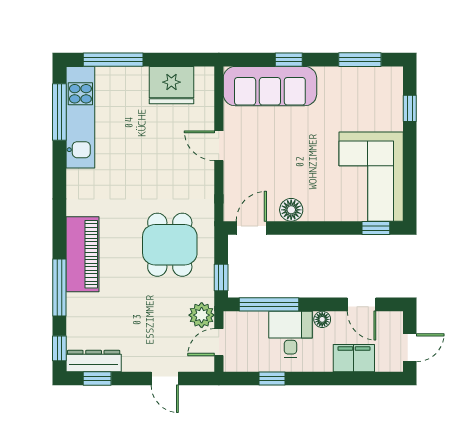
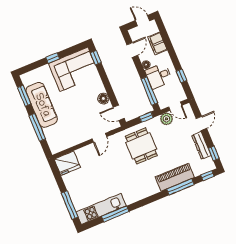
window: (289, 60) -> (37, 127), width x2.17
fridge: (171, 85) -> (67, 163), moved, turned 90
sofa: (270, 86) -> (42, 105), moved
window: (410, 108) -> (53, 58), moved
window: (59, 112) -> (115, 214), moved
door: (219, 146) -> (99, 138), moved
dining table: (170, 245) -> (141, 146), turned 90
piano: (82, 254) -> (175, 177), moved
dresser: (94, 361) -> (201, 145), moved

